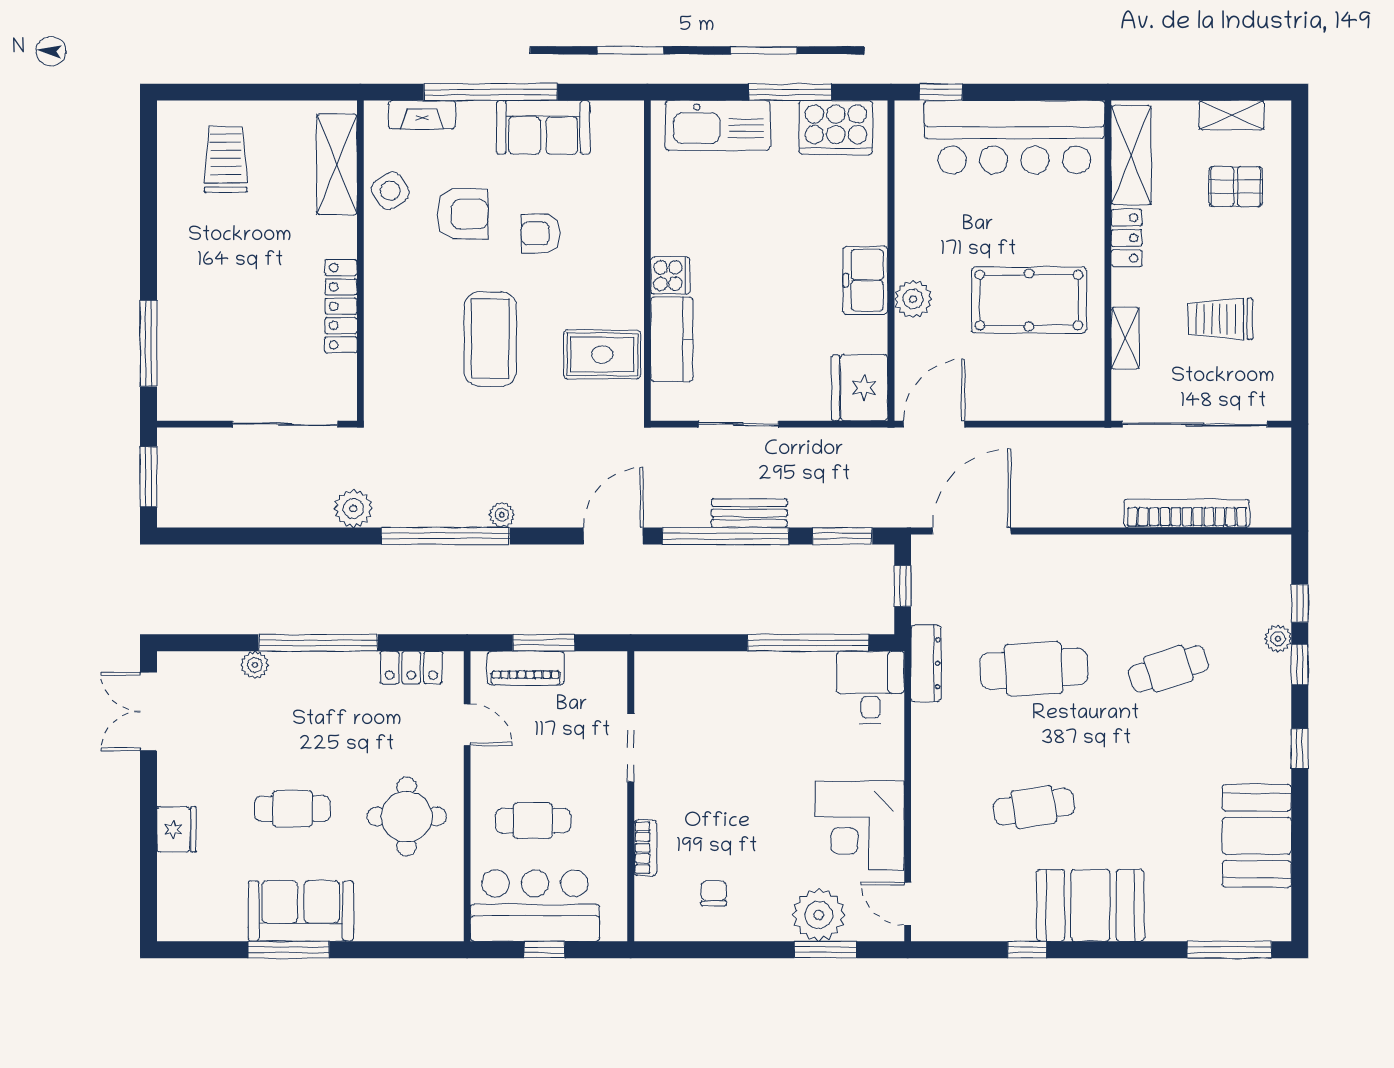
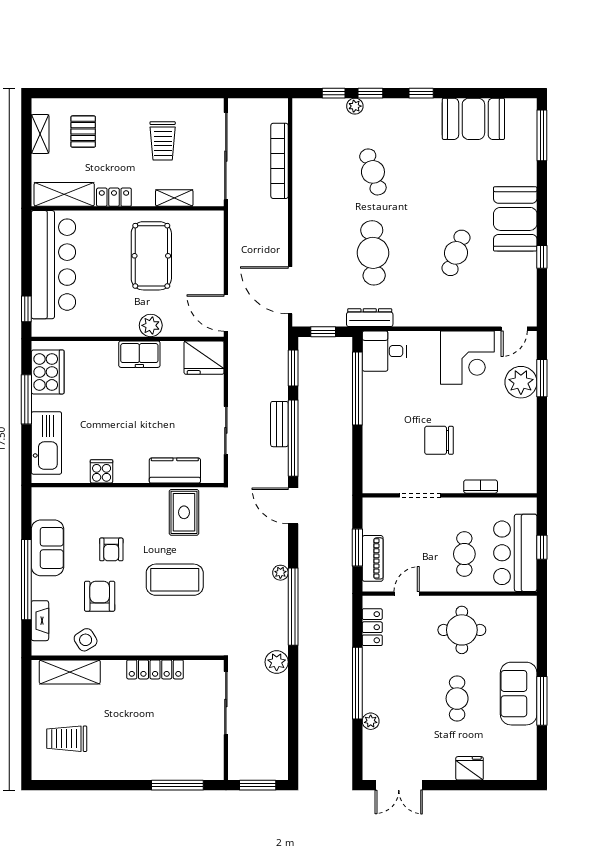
cooker: (670, 276) -> (102, 471), moved
cafe table: (1034, 807) -> (456, 253), turned 30
chair: (714, 893) -> (439, 440), moved, width x1.87, depth x1.87

